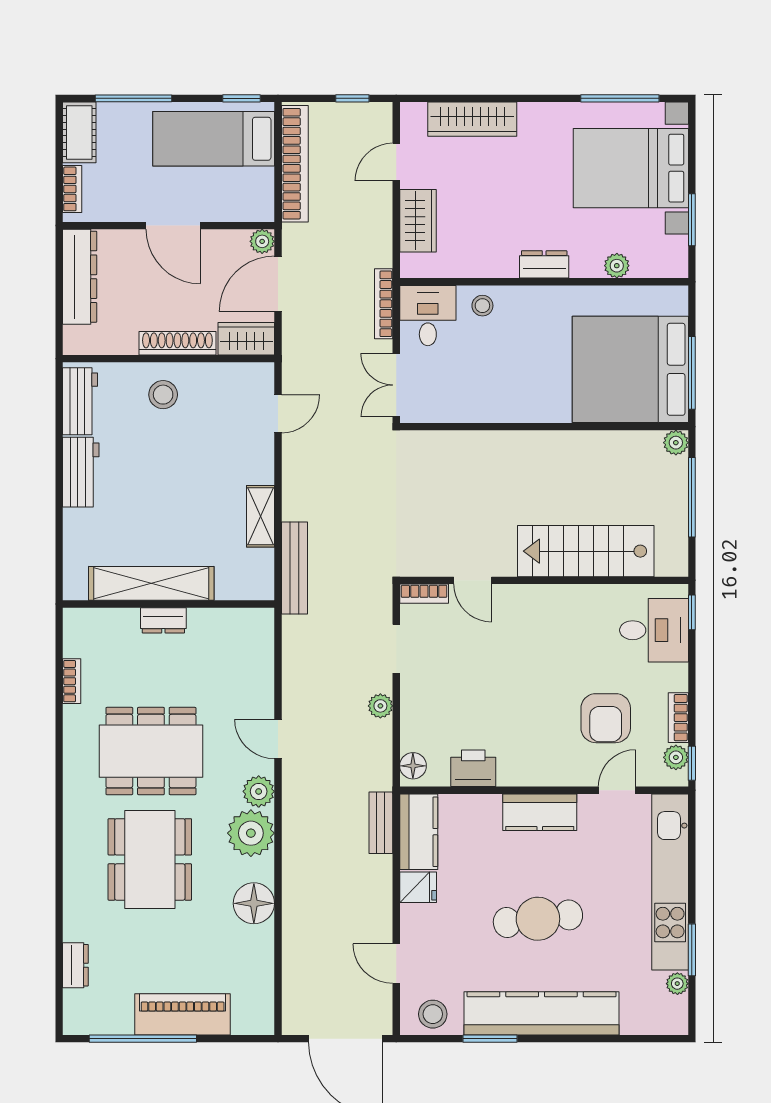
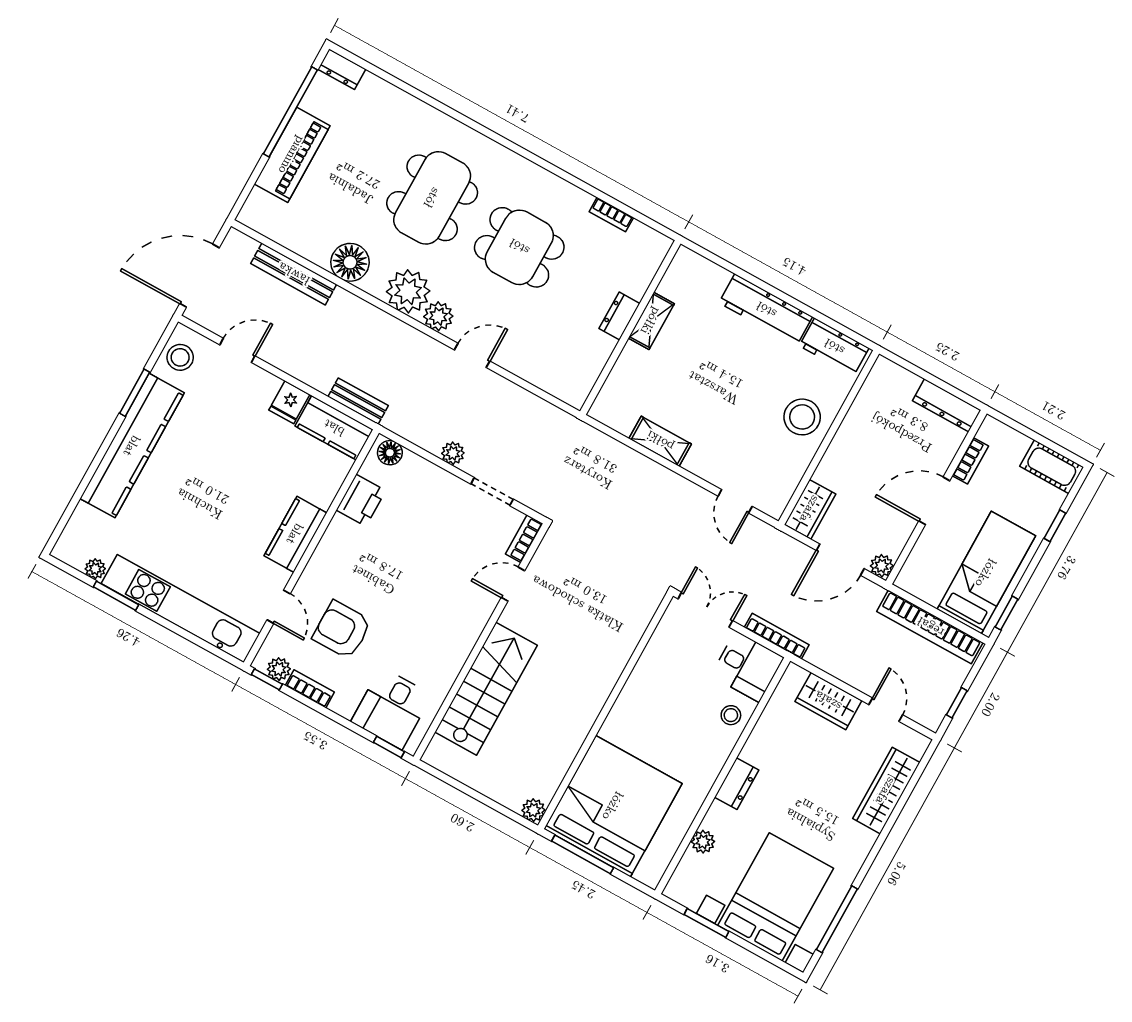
window: (133, 98) -> (1055, 526), width x0.46
bookcase: (72, 189) -> (970, 461), moved, turned -90
dresser: (80, 277) -> (947, 405), width x0.73, depth x0.80
door: (278, 284) -> (840, 560), swing flipped
shoe rack: (177, 343) -> (837, 452), removed
stool: (163, 395) -> (802, 417), width x1.38, depth x1.38
workbench: (81, 472) -> (766, 310), width x1.38
window: (692, 497) -> (482, 799), removed
bench: (294, 568) -> (294, 274), moved
shelving: (151, 583) -> (651, 321), width x0.45, depth x0.75
dining table: (151, 751) -> (519, 247), width x0.73
dining table: (150, 859) -> (432, 198), turned 90
cafe table: (538, 919) -> (210, 485), removed
dresser: (75, 965) -> (342, 69), moved

